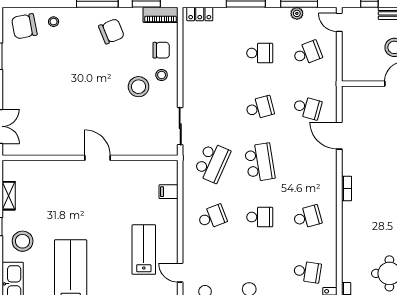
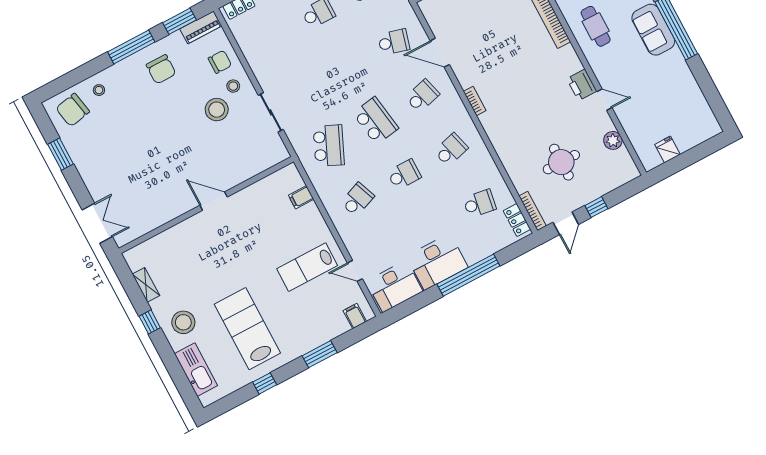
chair: (111, 31) -> (161, 69), turned 112
school desk: (260, 108) -> (422, 96), moved
sliding door: (180, 126) -> (271, 112), moved
lab bench: (144, 250) -> (307, 267), turned -90

